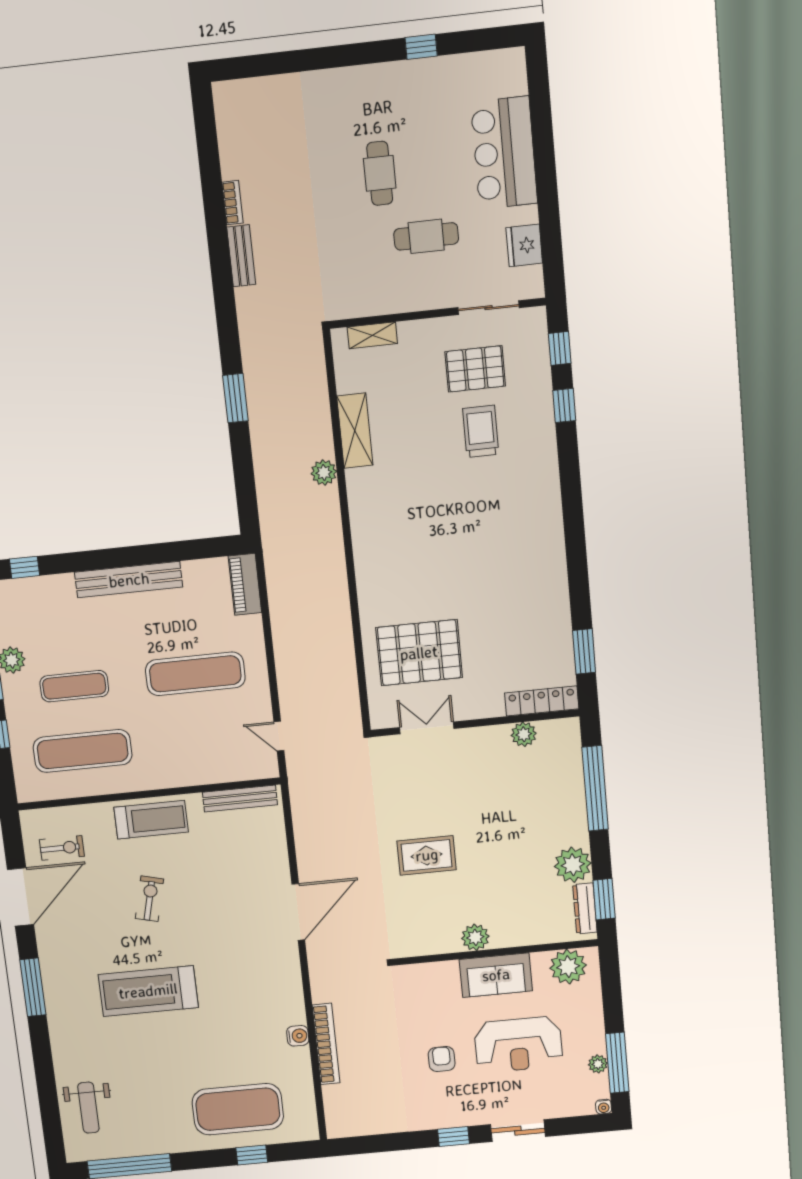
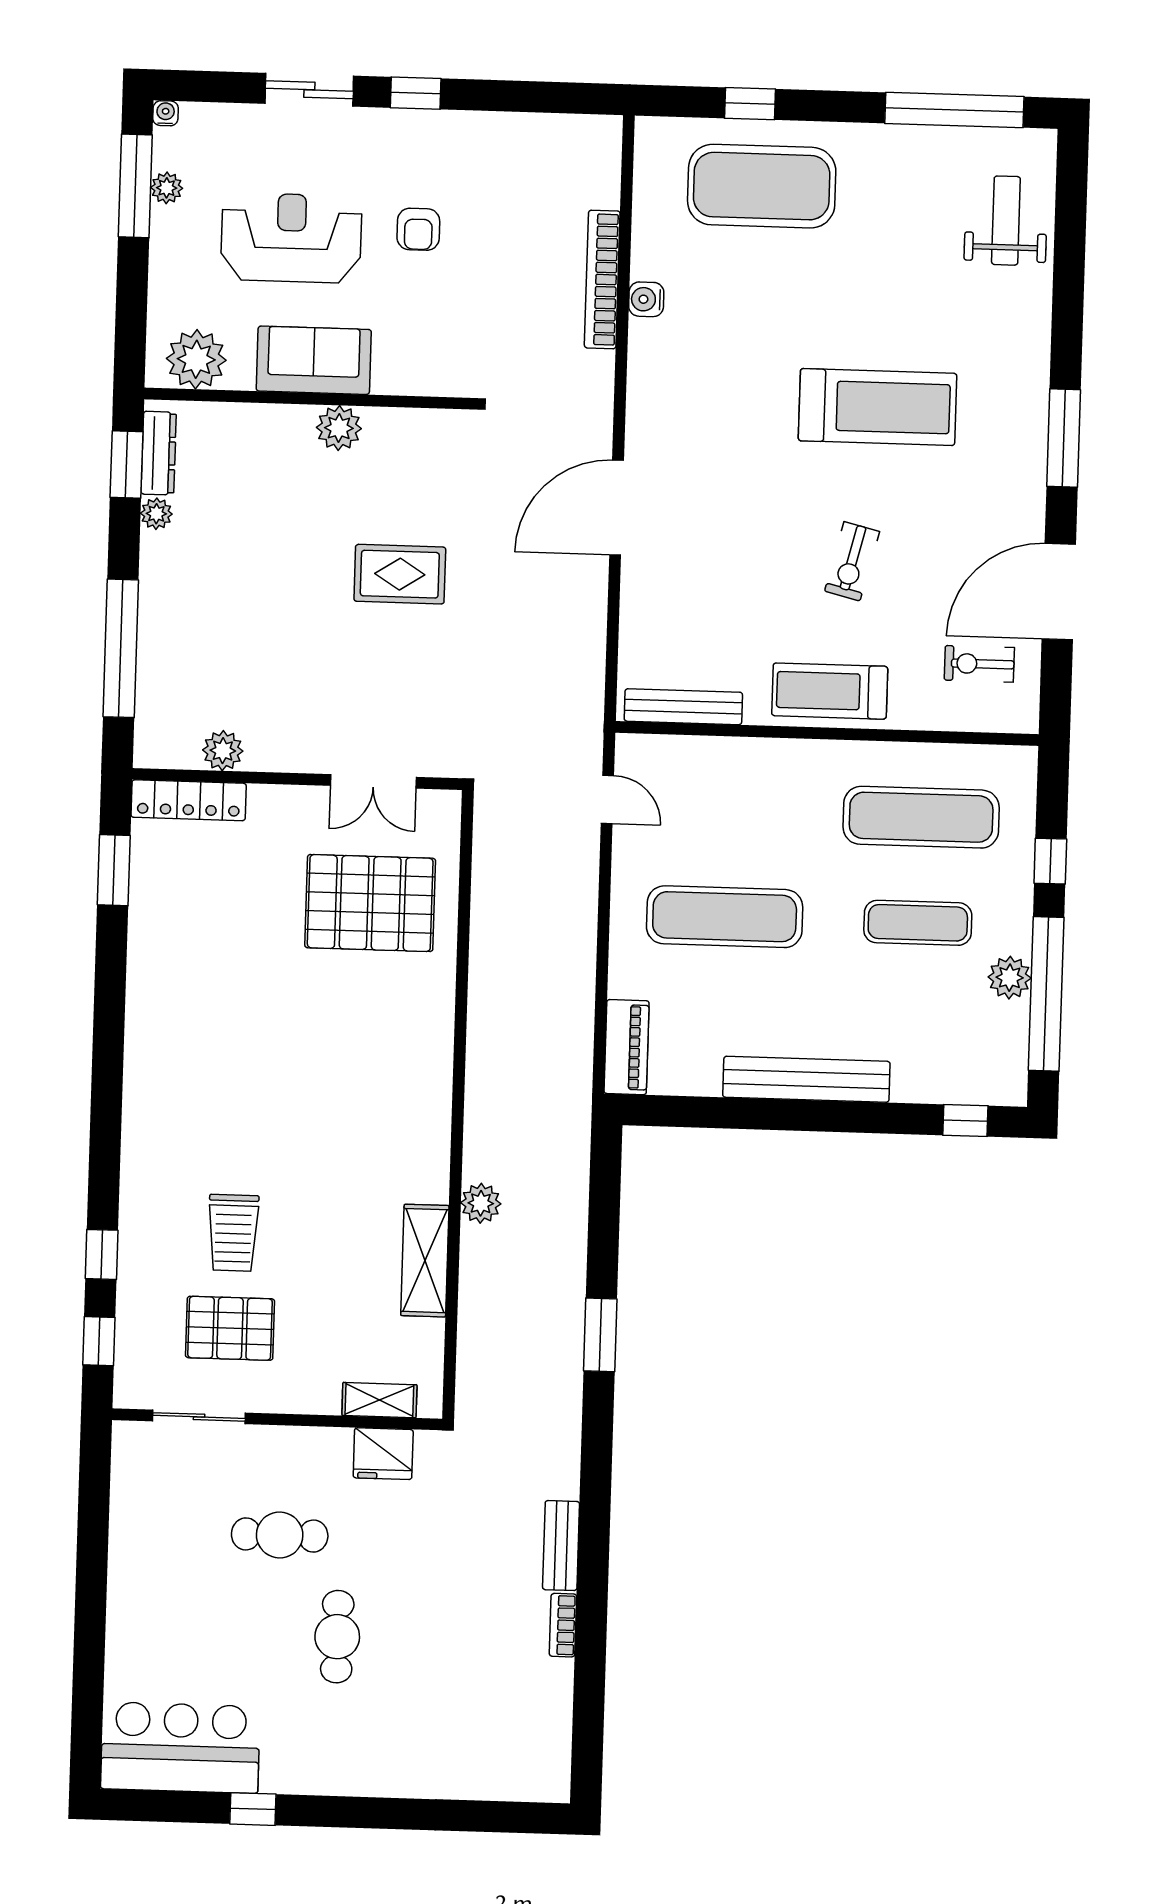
bar counter: (504, 153) -> (180, 1748), moved, turned -90
fridge: (524, 245) -> (383, 1454), moved, turned 90
plant: (573, 865) -> (156, 514), width x0.53, depth x0.53

